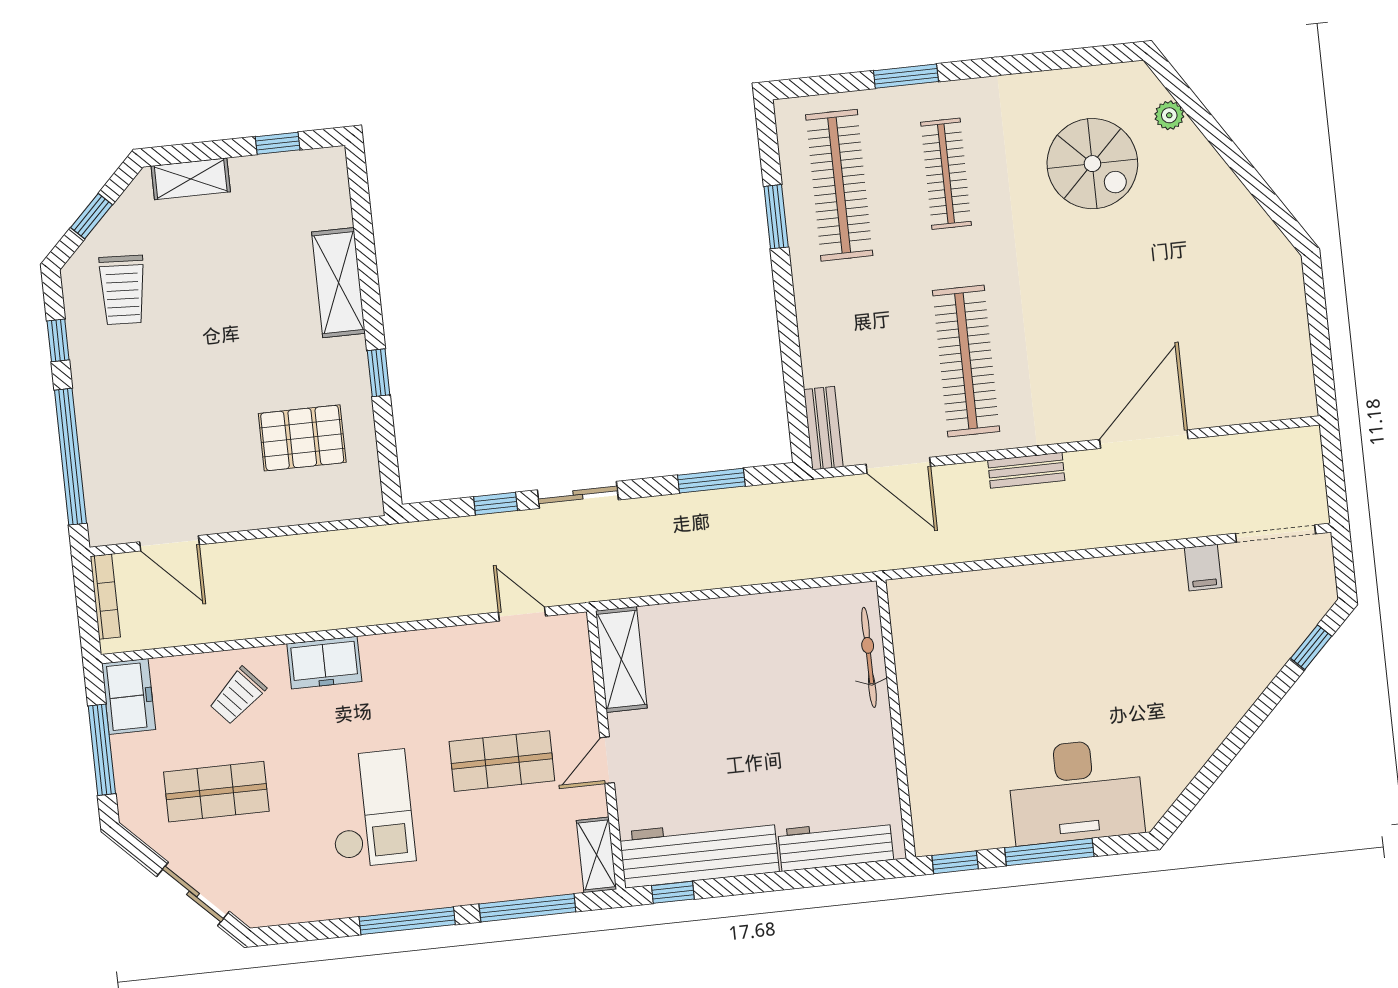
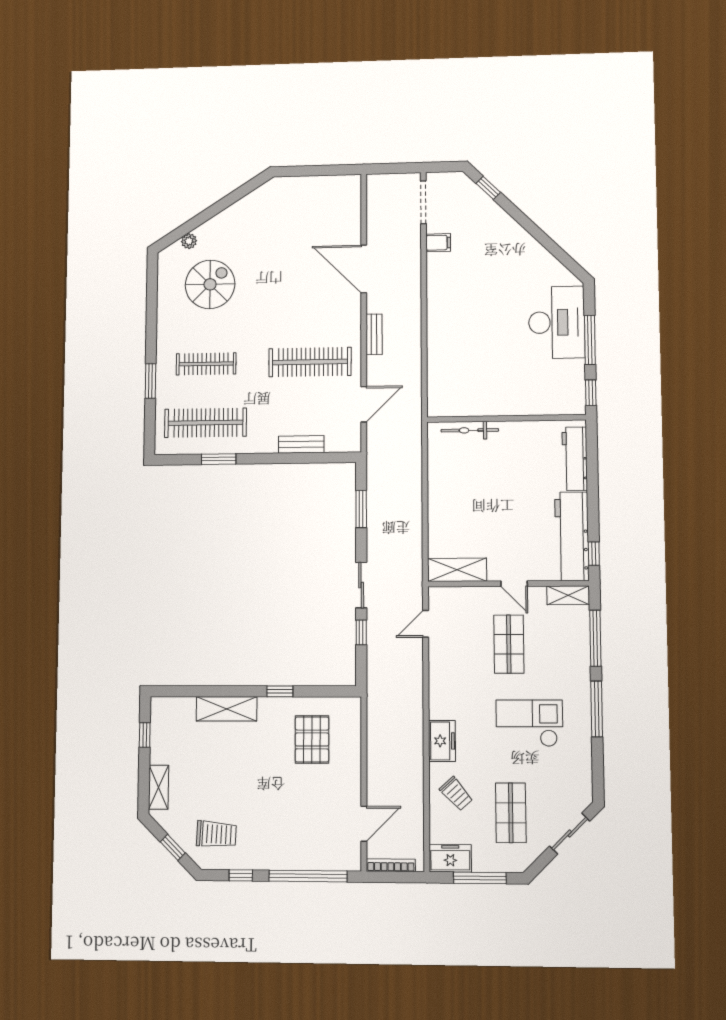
bench: (823, 428) -> (301, 444), moved

